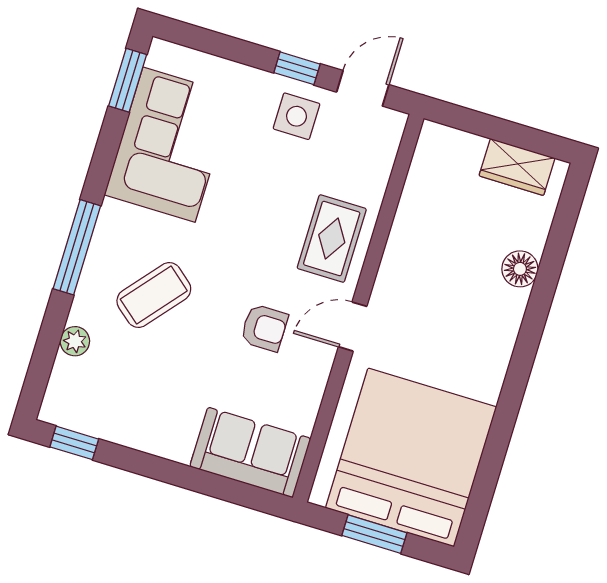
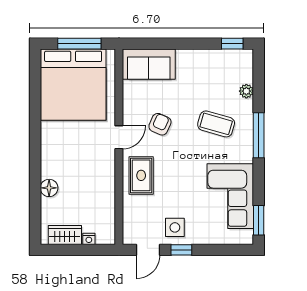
nightstand: (472, 145) -> (89, 239), added
coffee table: (154, 295) -> (216, 124), turned 66
armchair: (264, 328) -> (160, 124), turned 114
window: (374, 534) -> (79, 44), width x1.44

